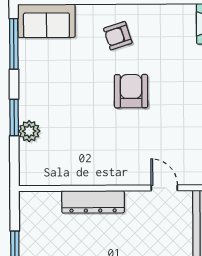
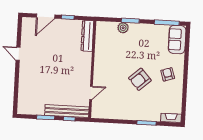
armchair: (131, 91) -> (140, 79), turned 138
dresser: (93, 202) -> (87, 36), moved

